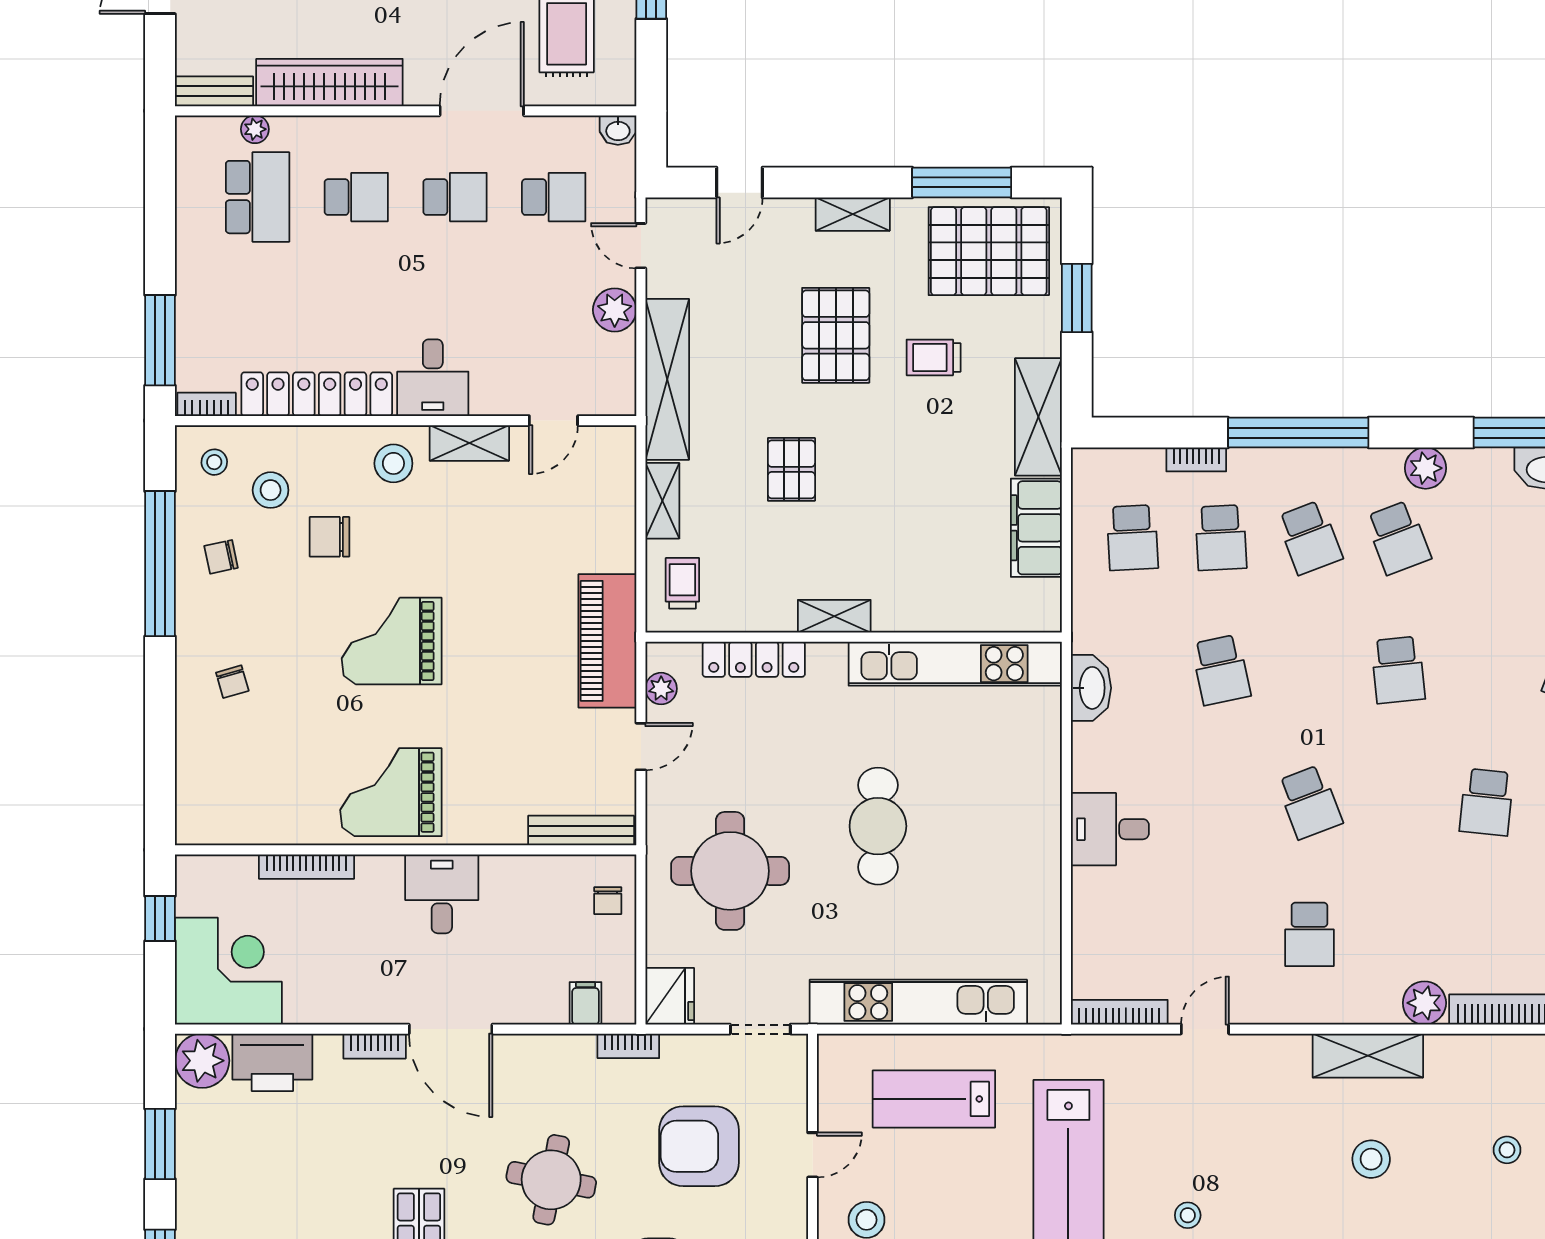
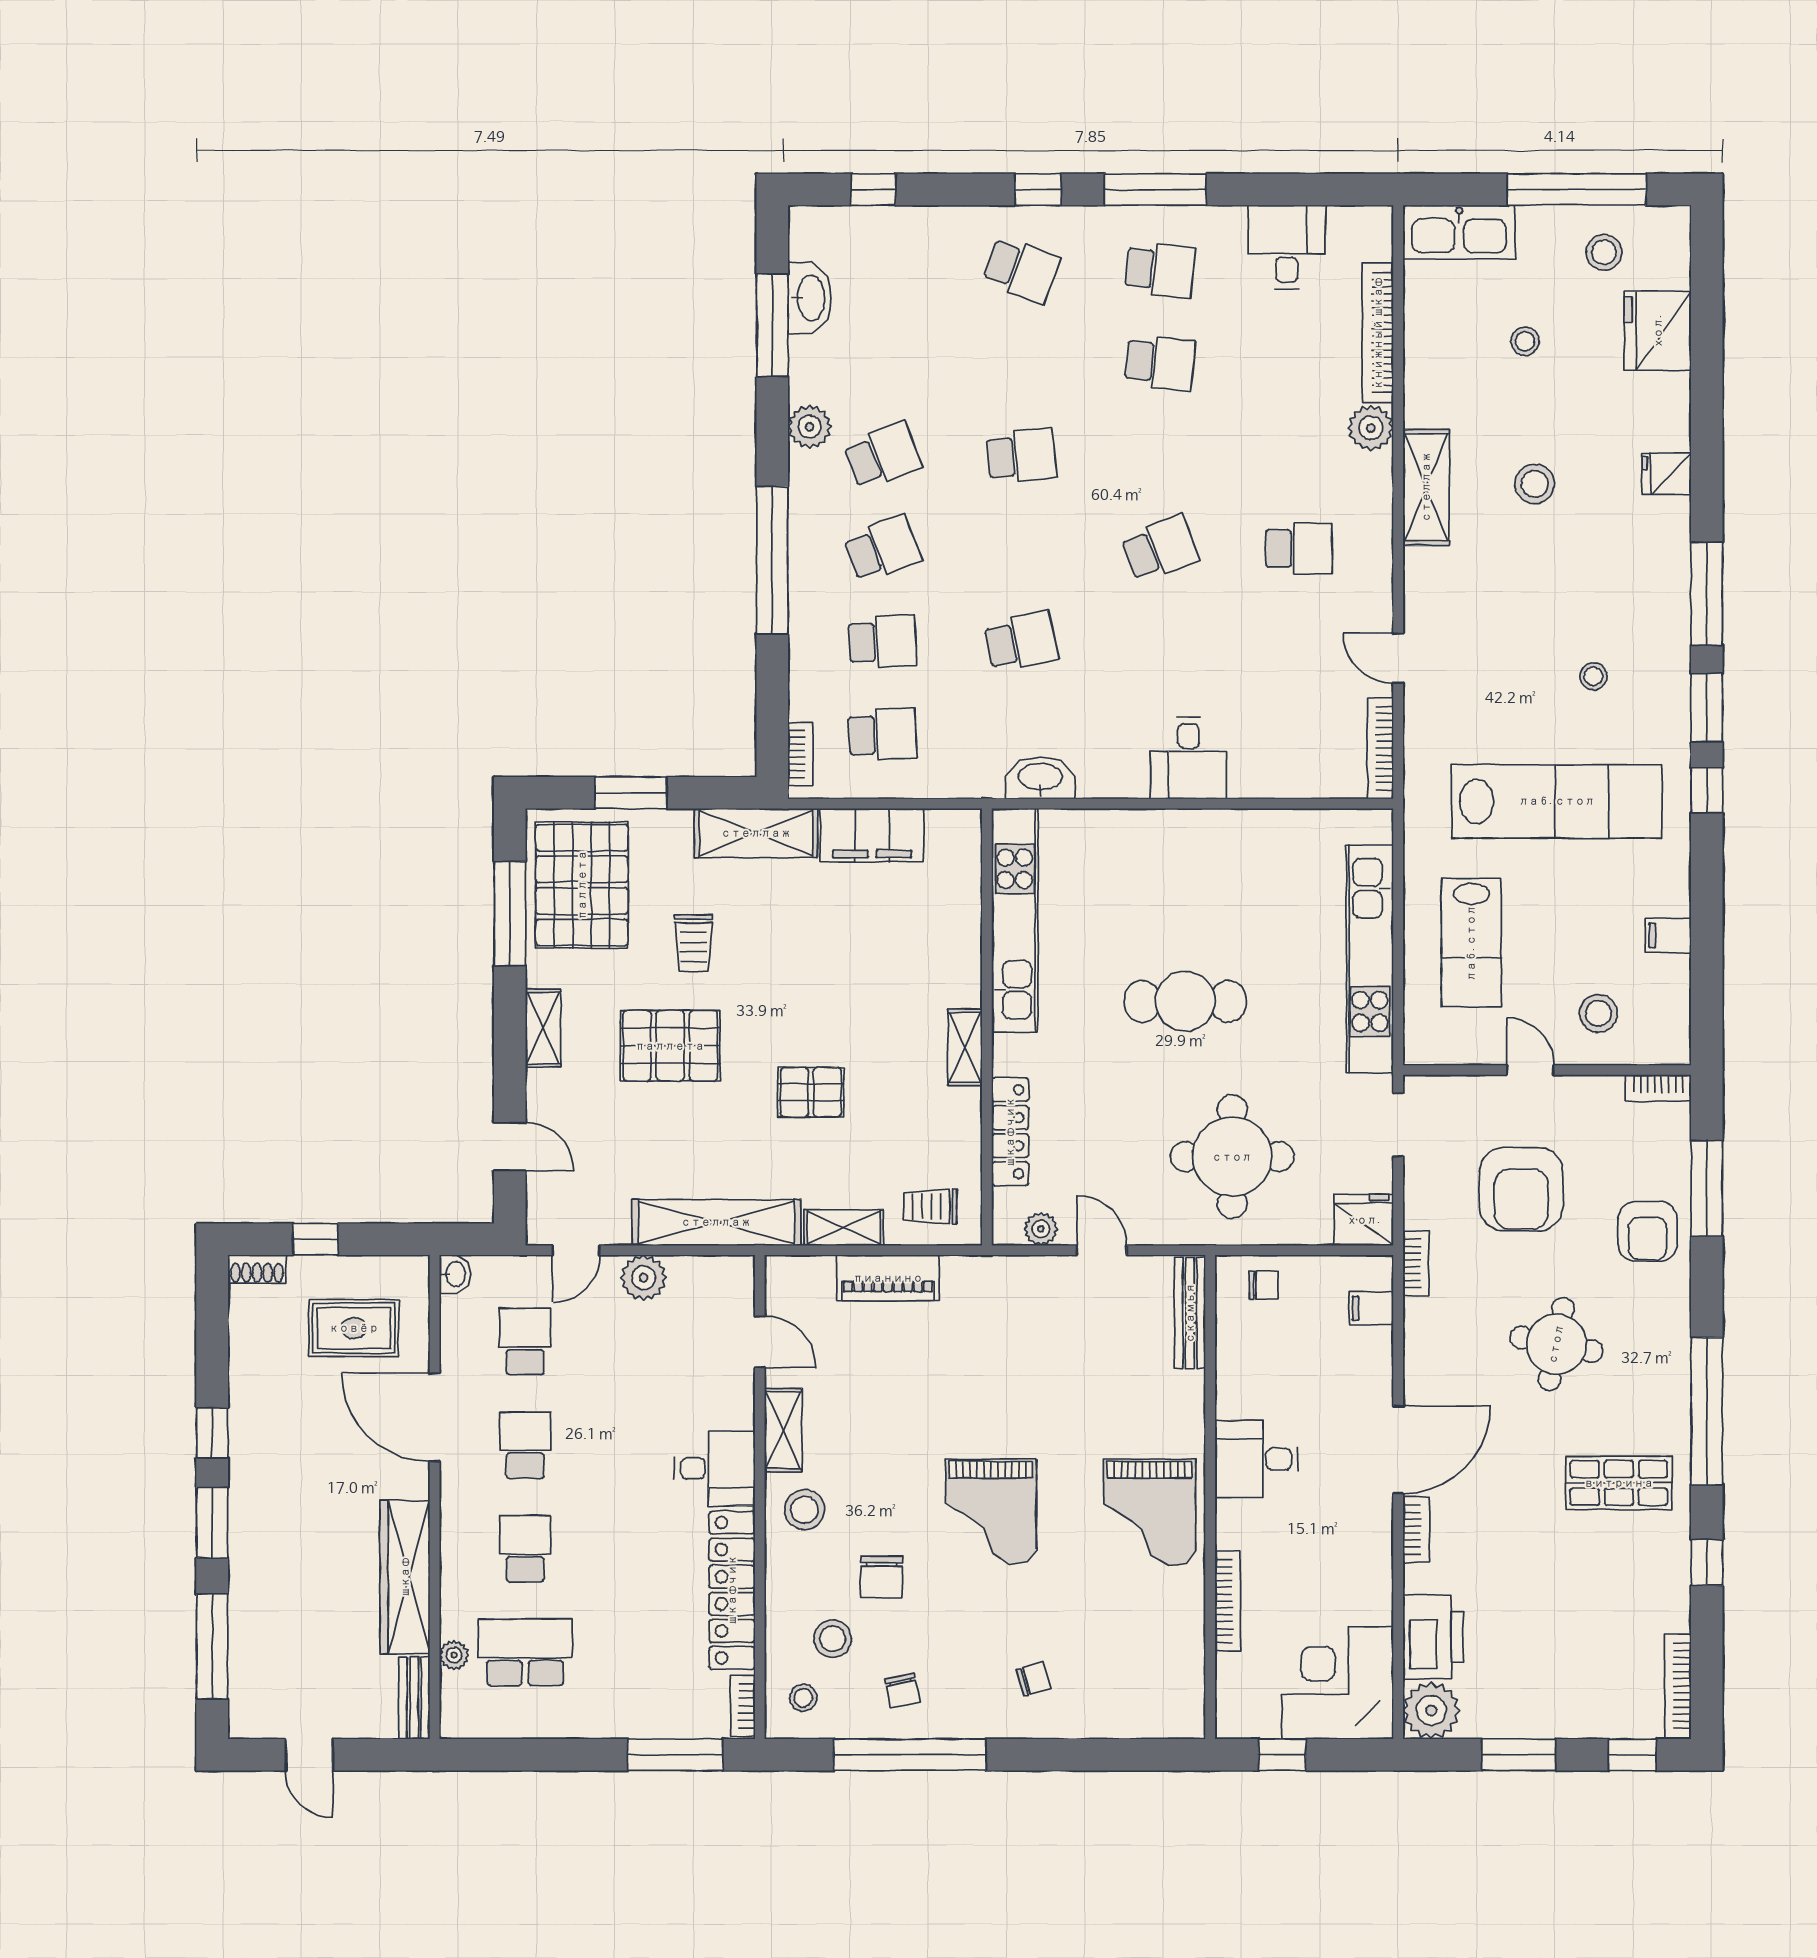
bookcase: (1196, 459) -> (801, 754), moved
piano: (607, 641) -> (888, 1278), moved, width x0.73, depth x0.75

